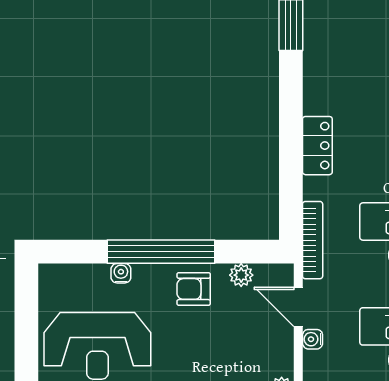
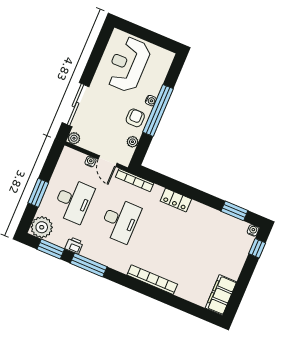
water cooler: (121, 273) -> (151, 101), moved
door: (298, 307) -> (108, 161), swing flipped

